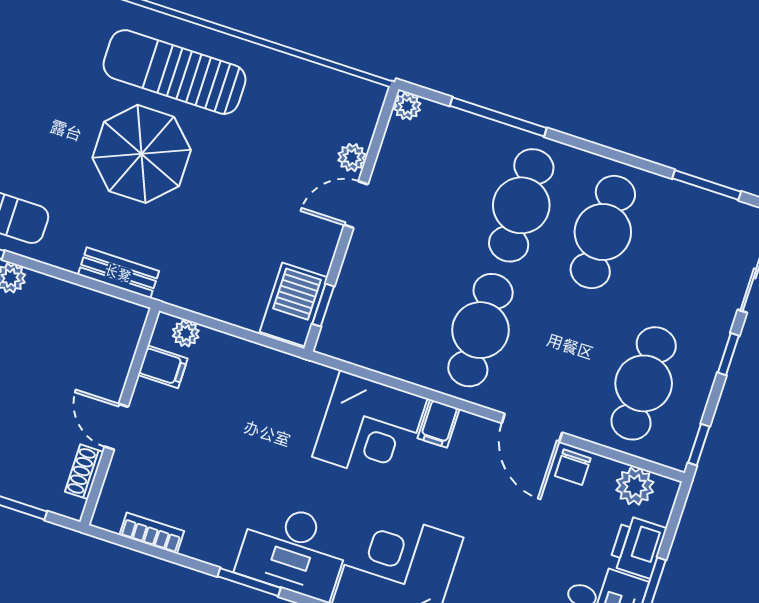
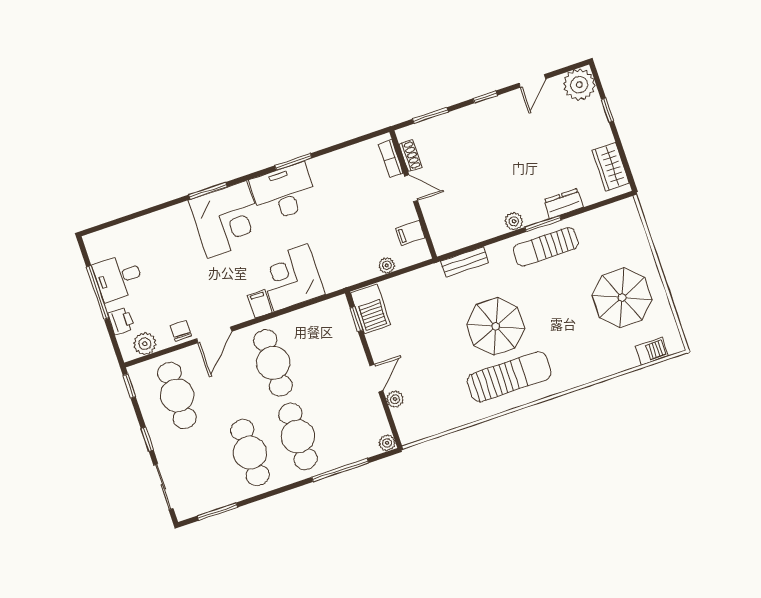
plant: (186, 333) -> (387, 265), moved
door: (532, 428) -> (214, 335), swing flipped
bookcase: (152, 533) -> (391, 159), moved, turned 90
printer: (638, 547) -> (121, 321), width x0.73, depth x0.81

